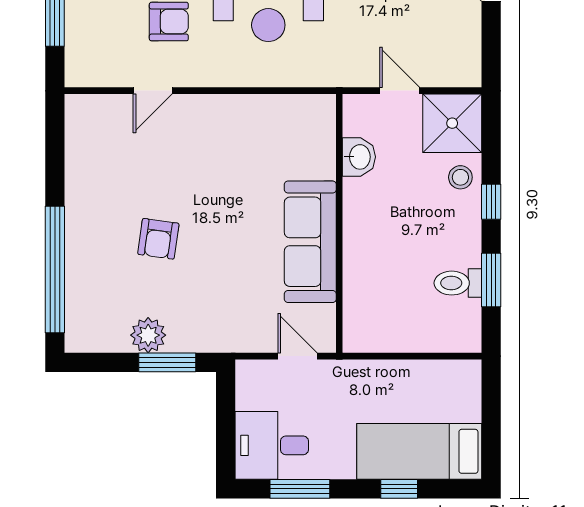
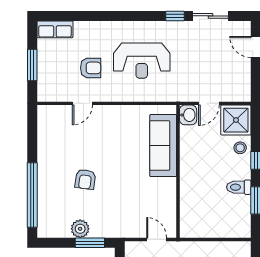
door: (400, 91) -> (209, 103), swing flipped
washbasin: (359, 157) -> (188, 115), moved
sofa: (310, 242) -> (163, 146), moved
toilet: (458, 283) -> (239, 187), moved

